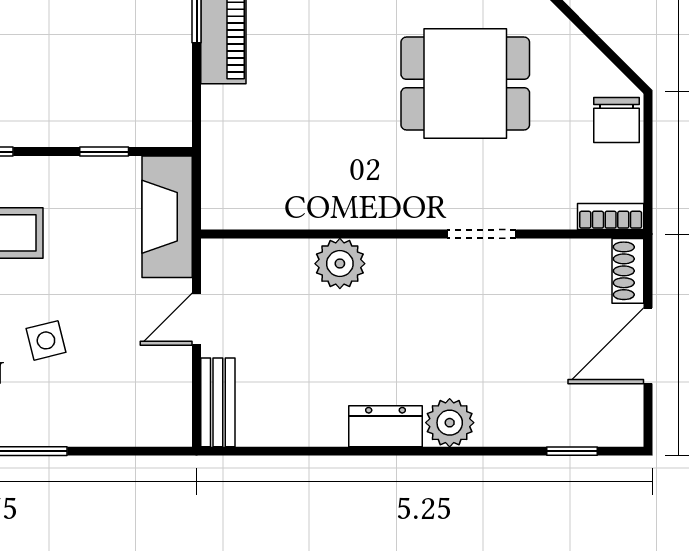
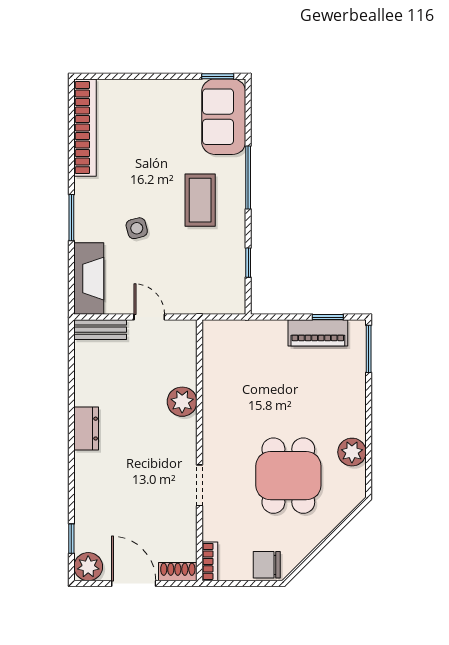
fireplace: (167, 217) -> (89, 279), moved, turned 90
plant: (450, 423) -> (88, 567), moved

